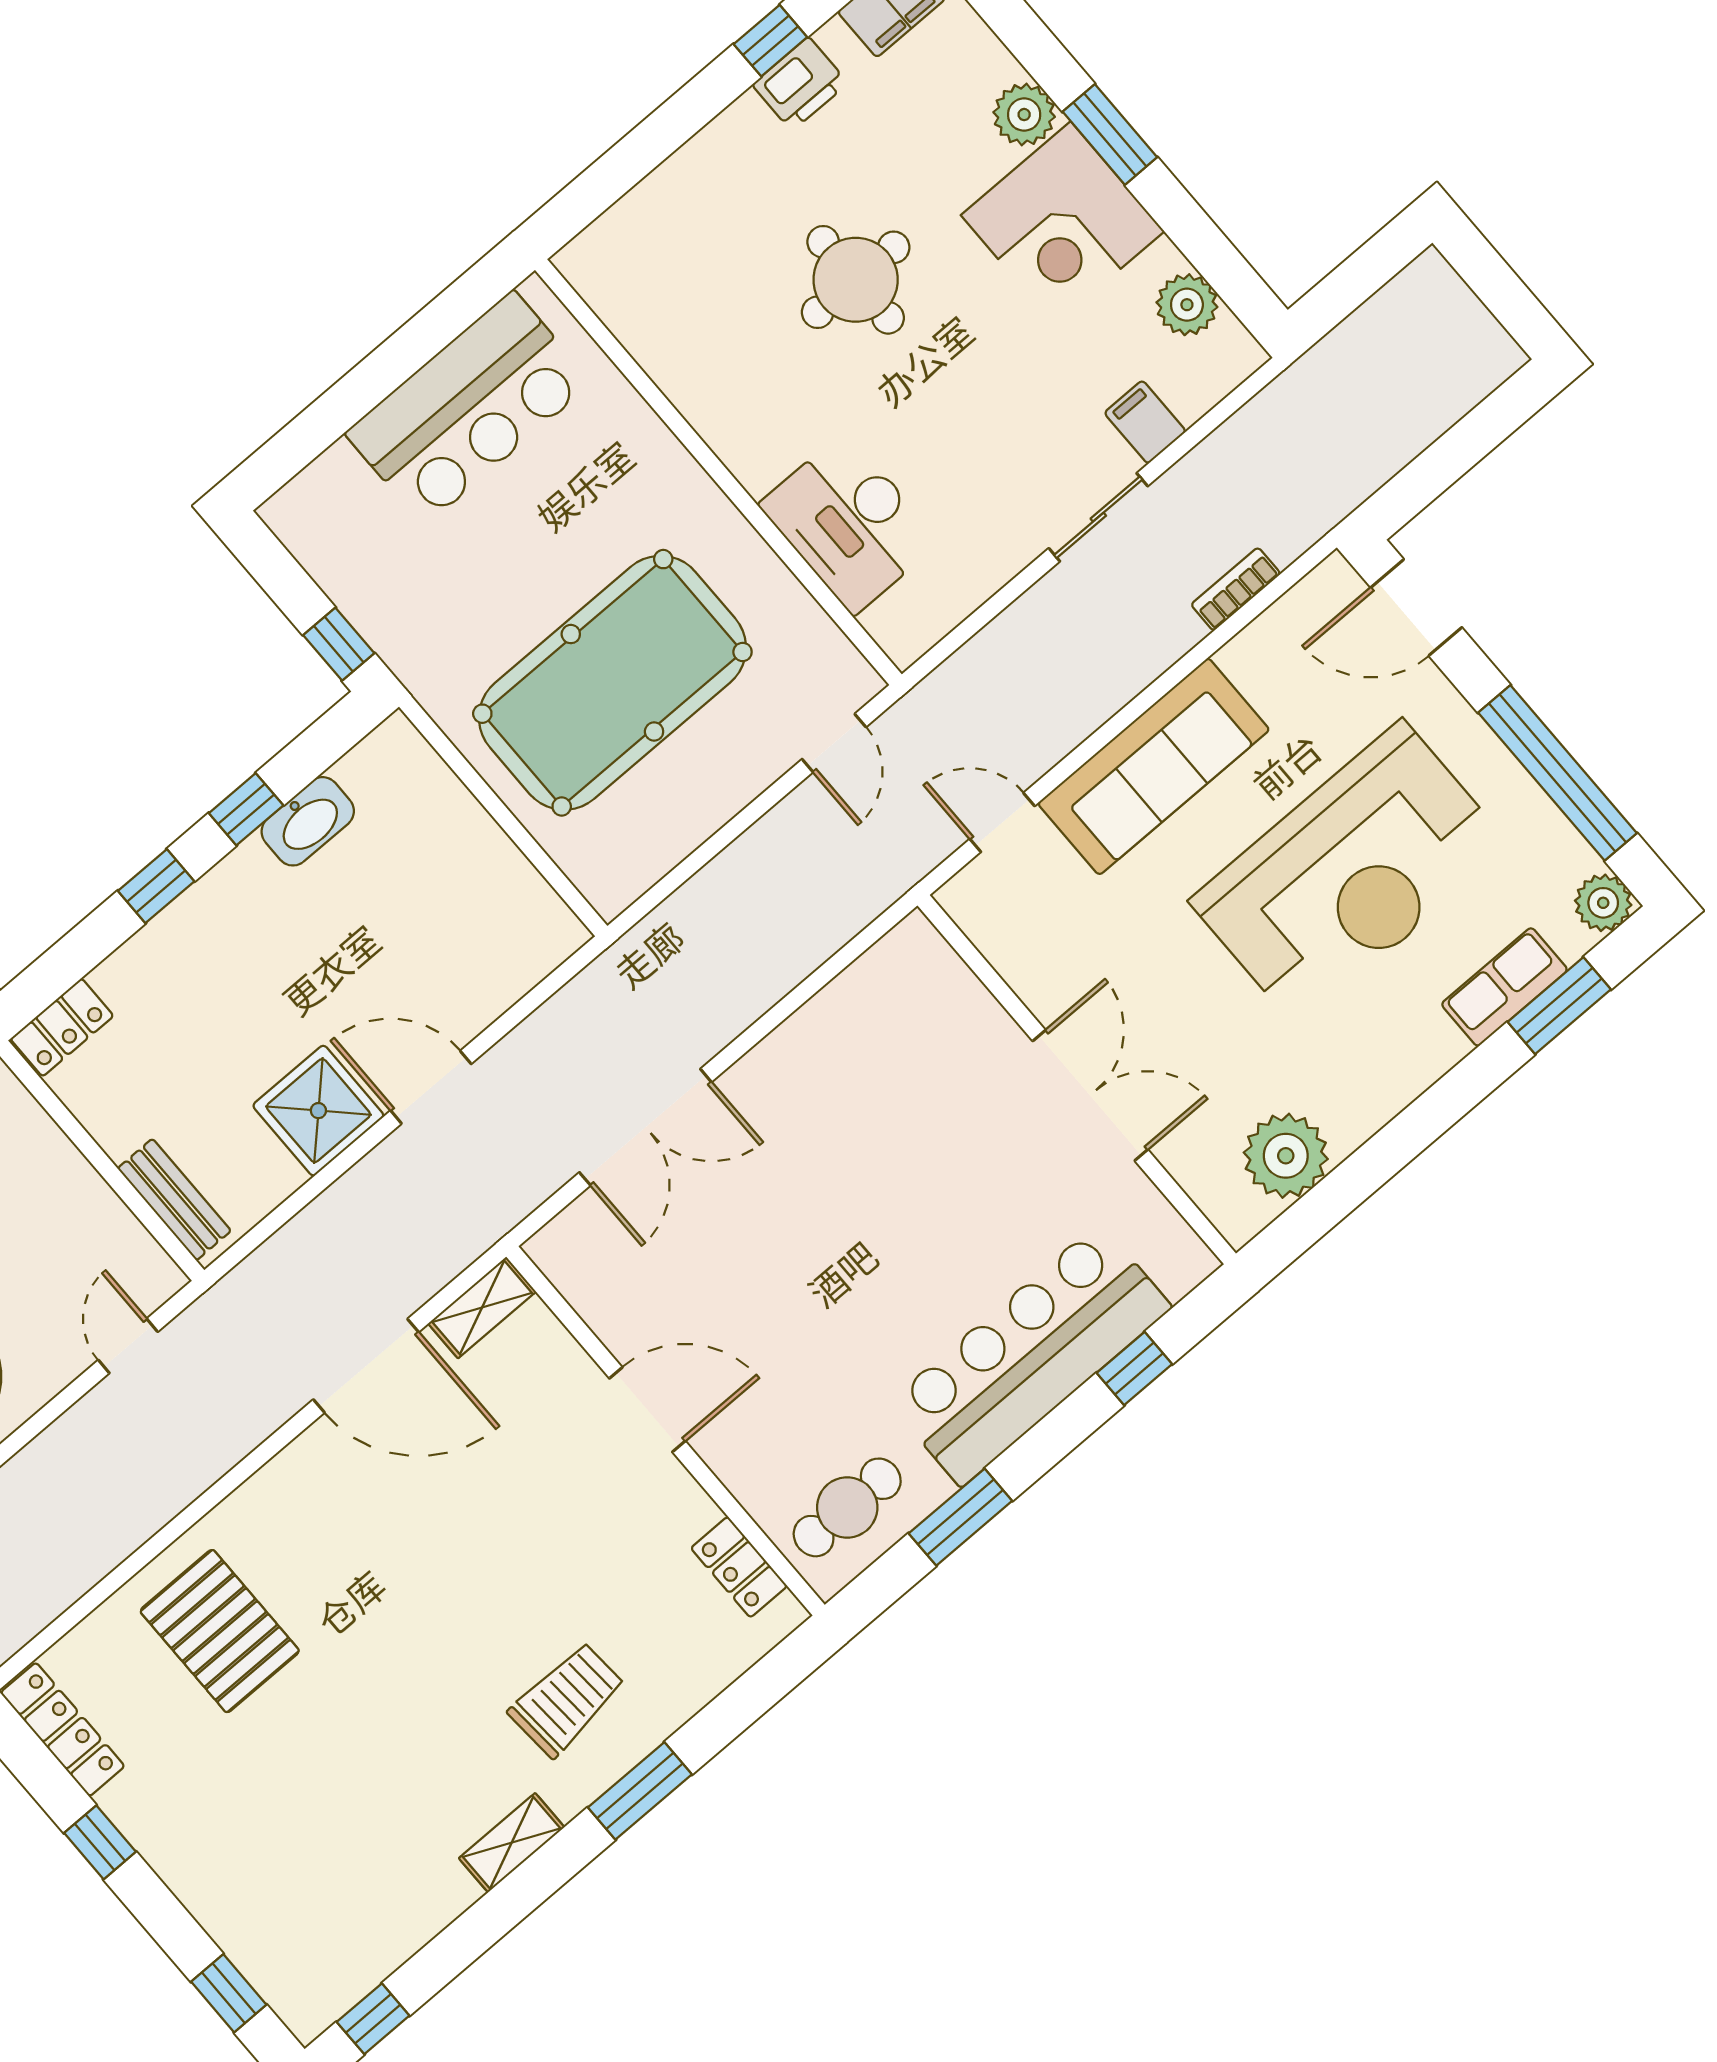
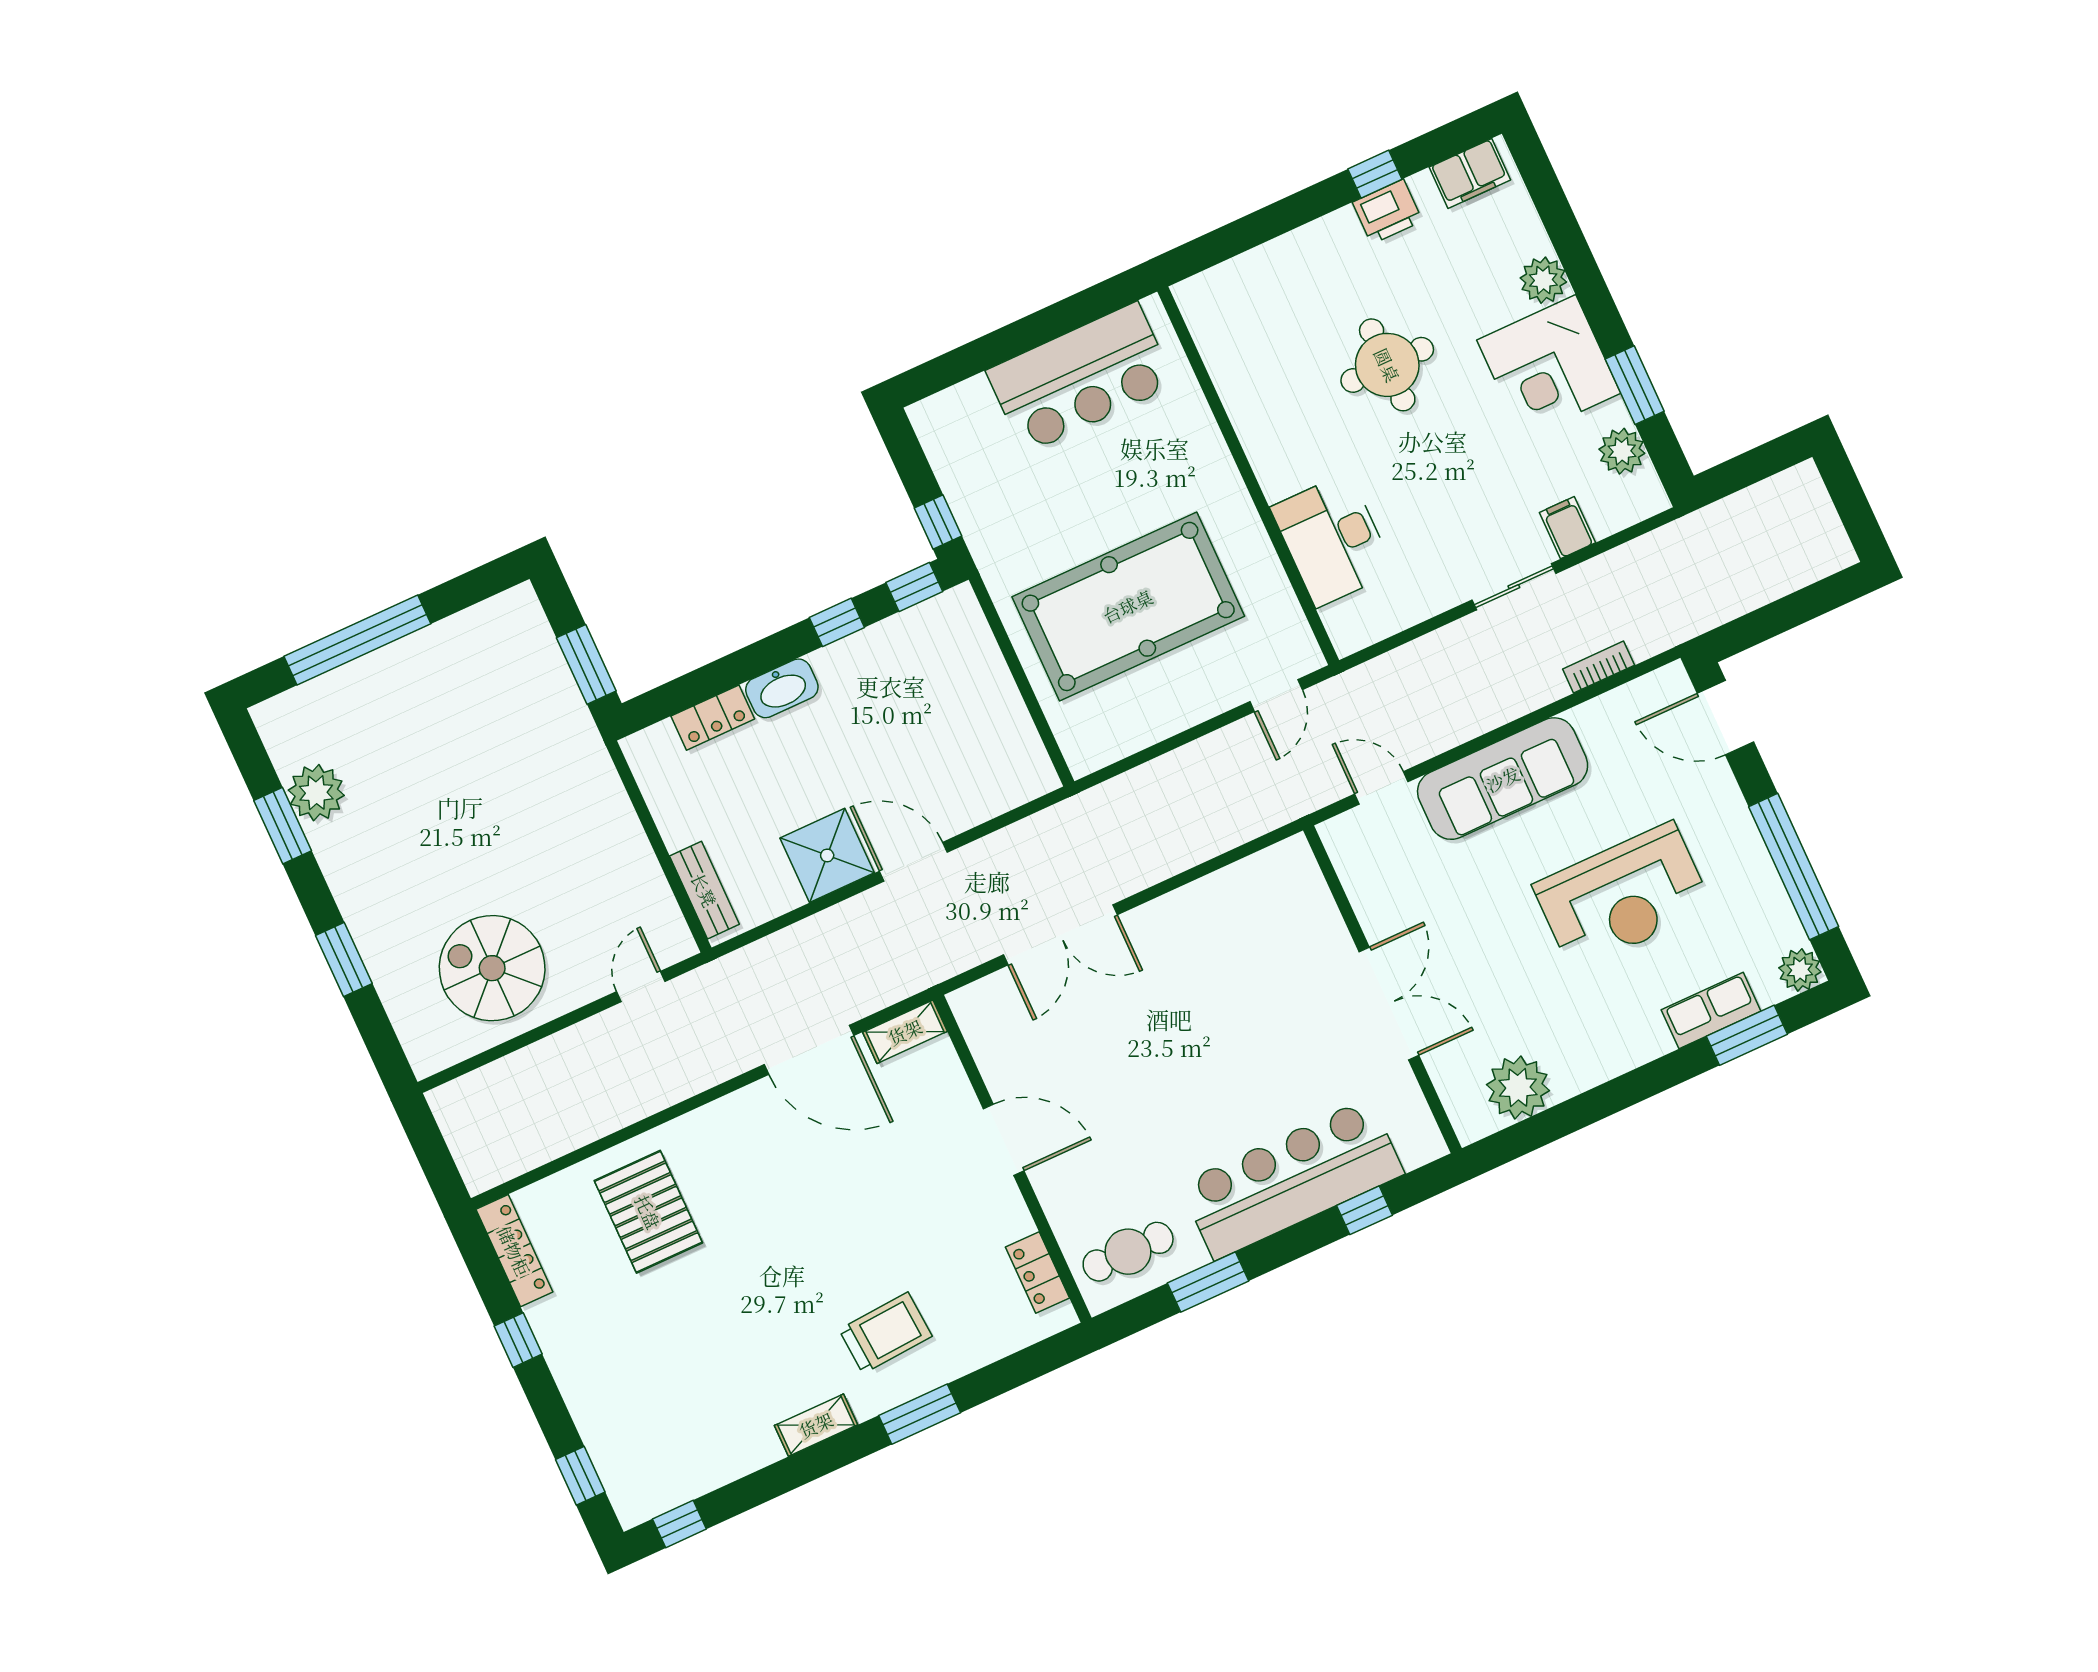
window: (1110, 134) -> (1635, 385), moved
washbasin: (308, 821) -> (782, 688), moved
reception desk: (1350, 874) -> (1623, 897), width x0.74, depth x0.77
window: (156, 886) -> (914, 587), moved
locker: (62, 1027) -> (713, 718), moved

